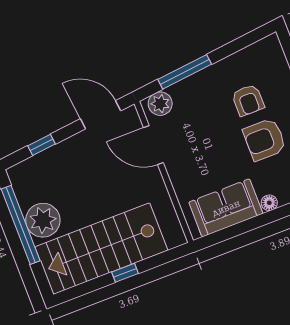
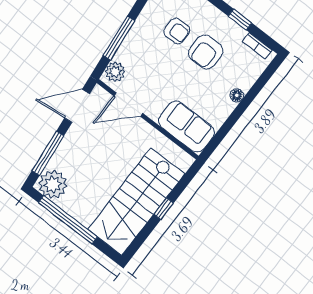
window: (42, 145) -> (48, 153), width x2.17
sofa: (226, 208) -> (187, 127), moved, turned 90
plant: (43, 220) -> (53, 184), moved

